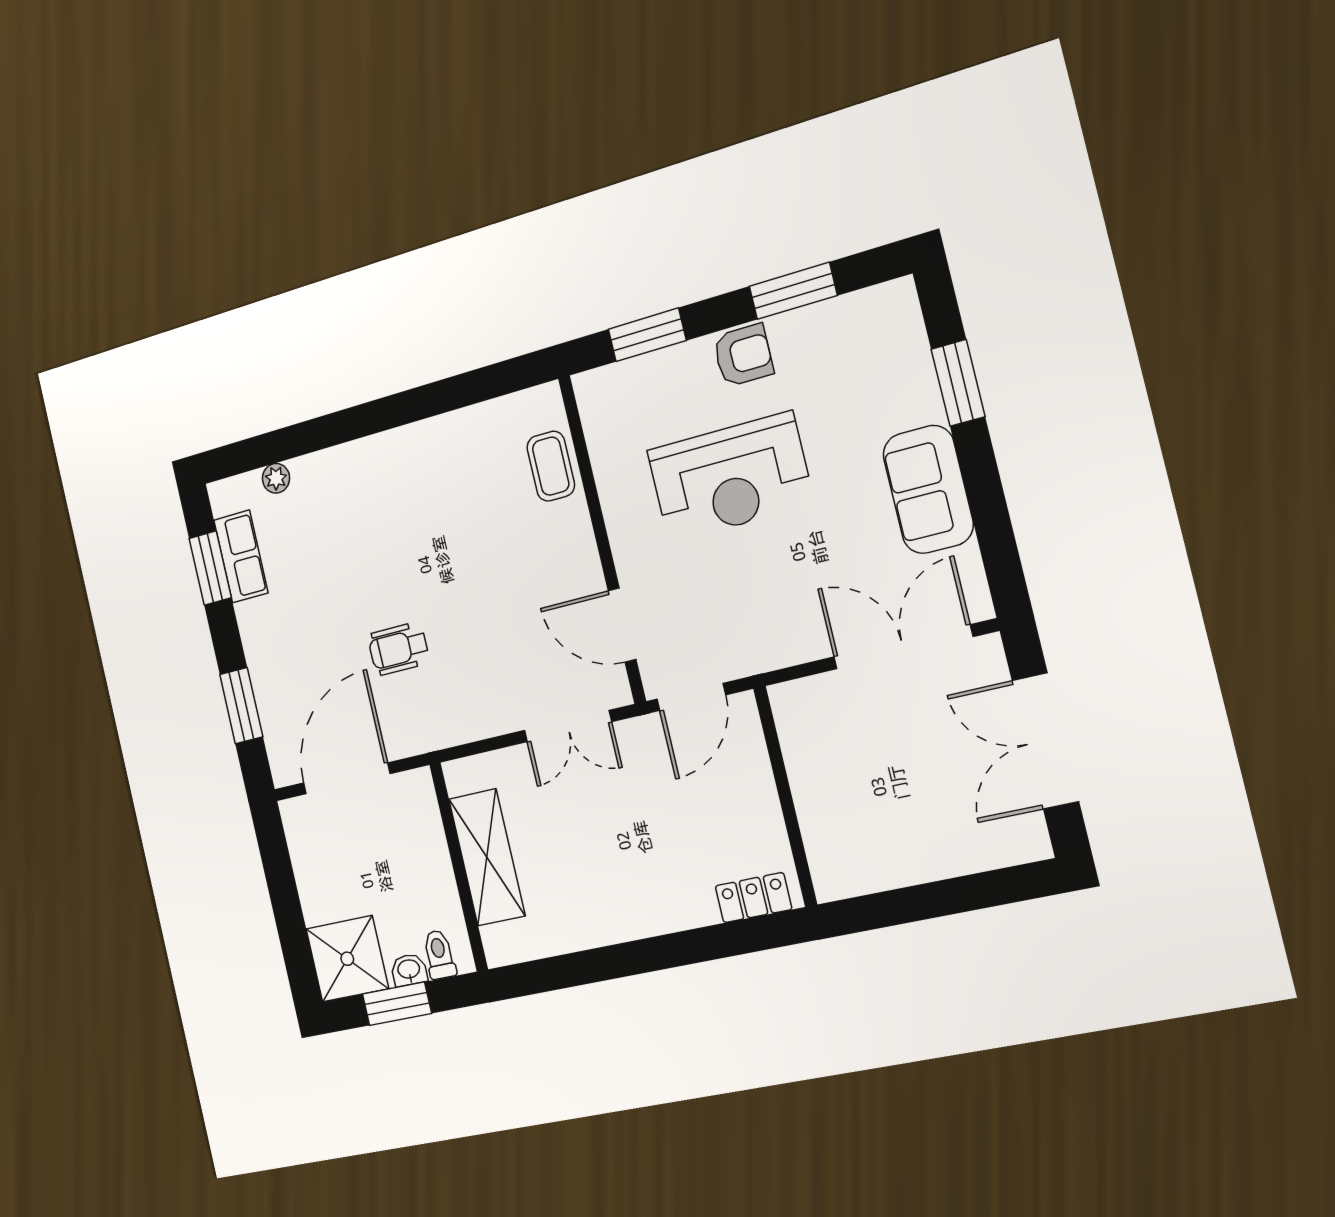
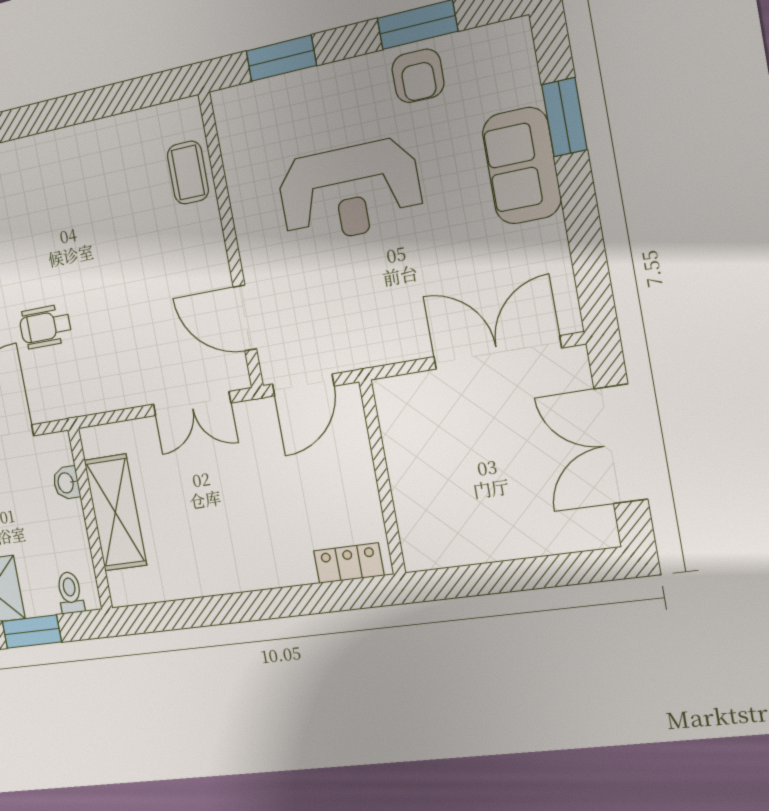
armchair: (743, 355) -> (418, 76), moved, turned 90
sofa: (928, 489) -> (522, 166), moved
washbasin: (409, 970) -> (66, 483), moved, turned -90

